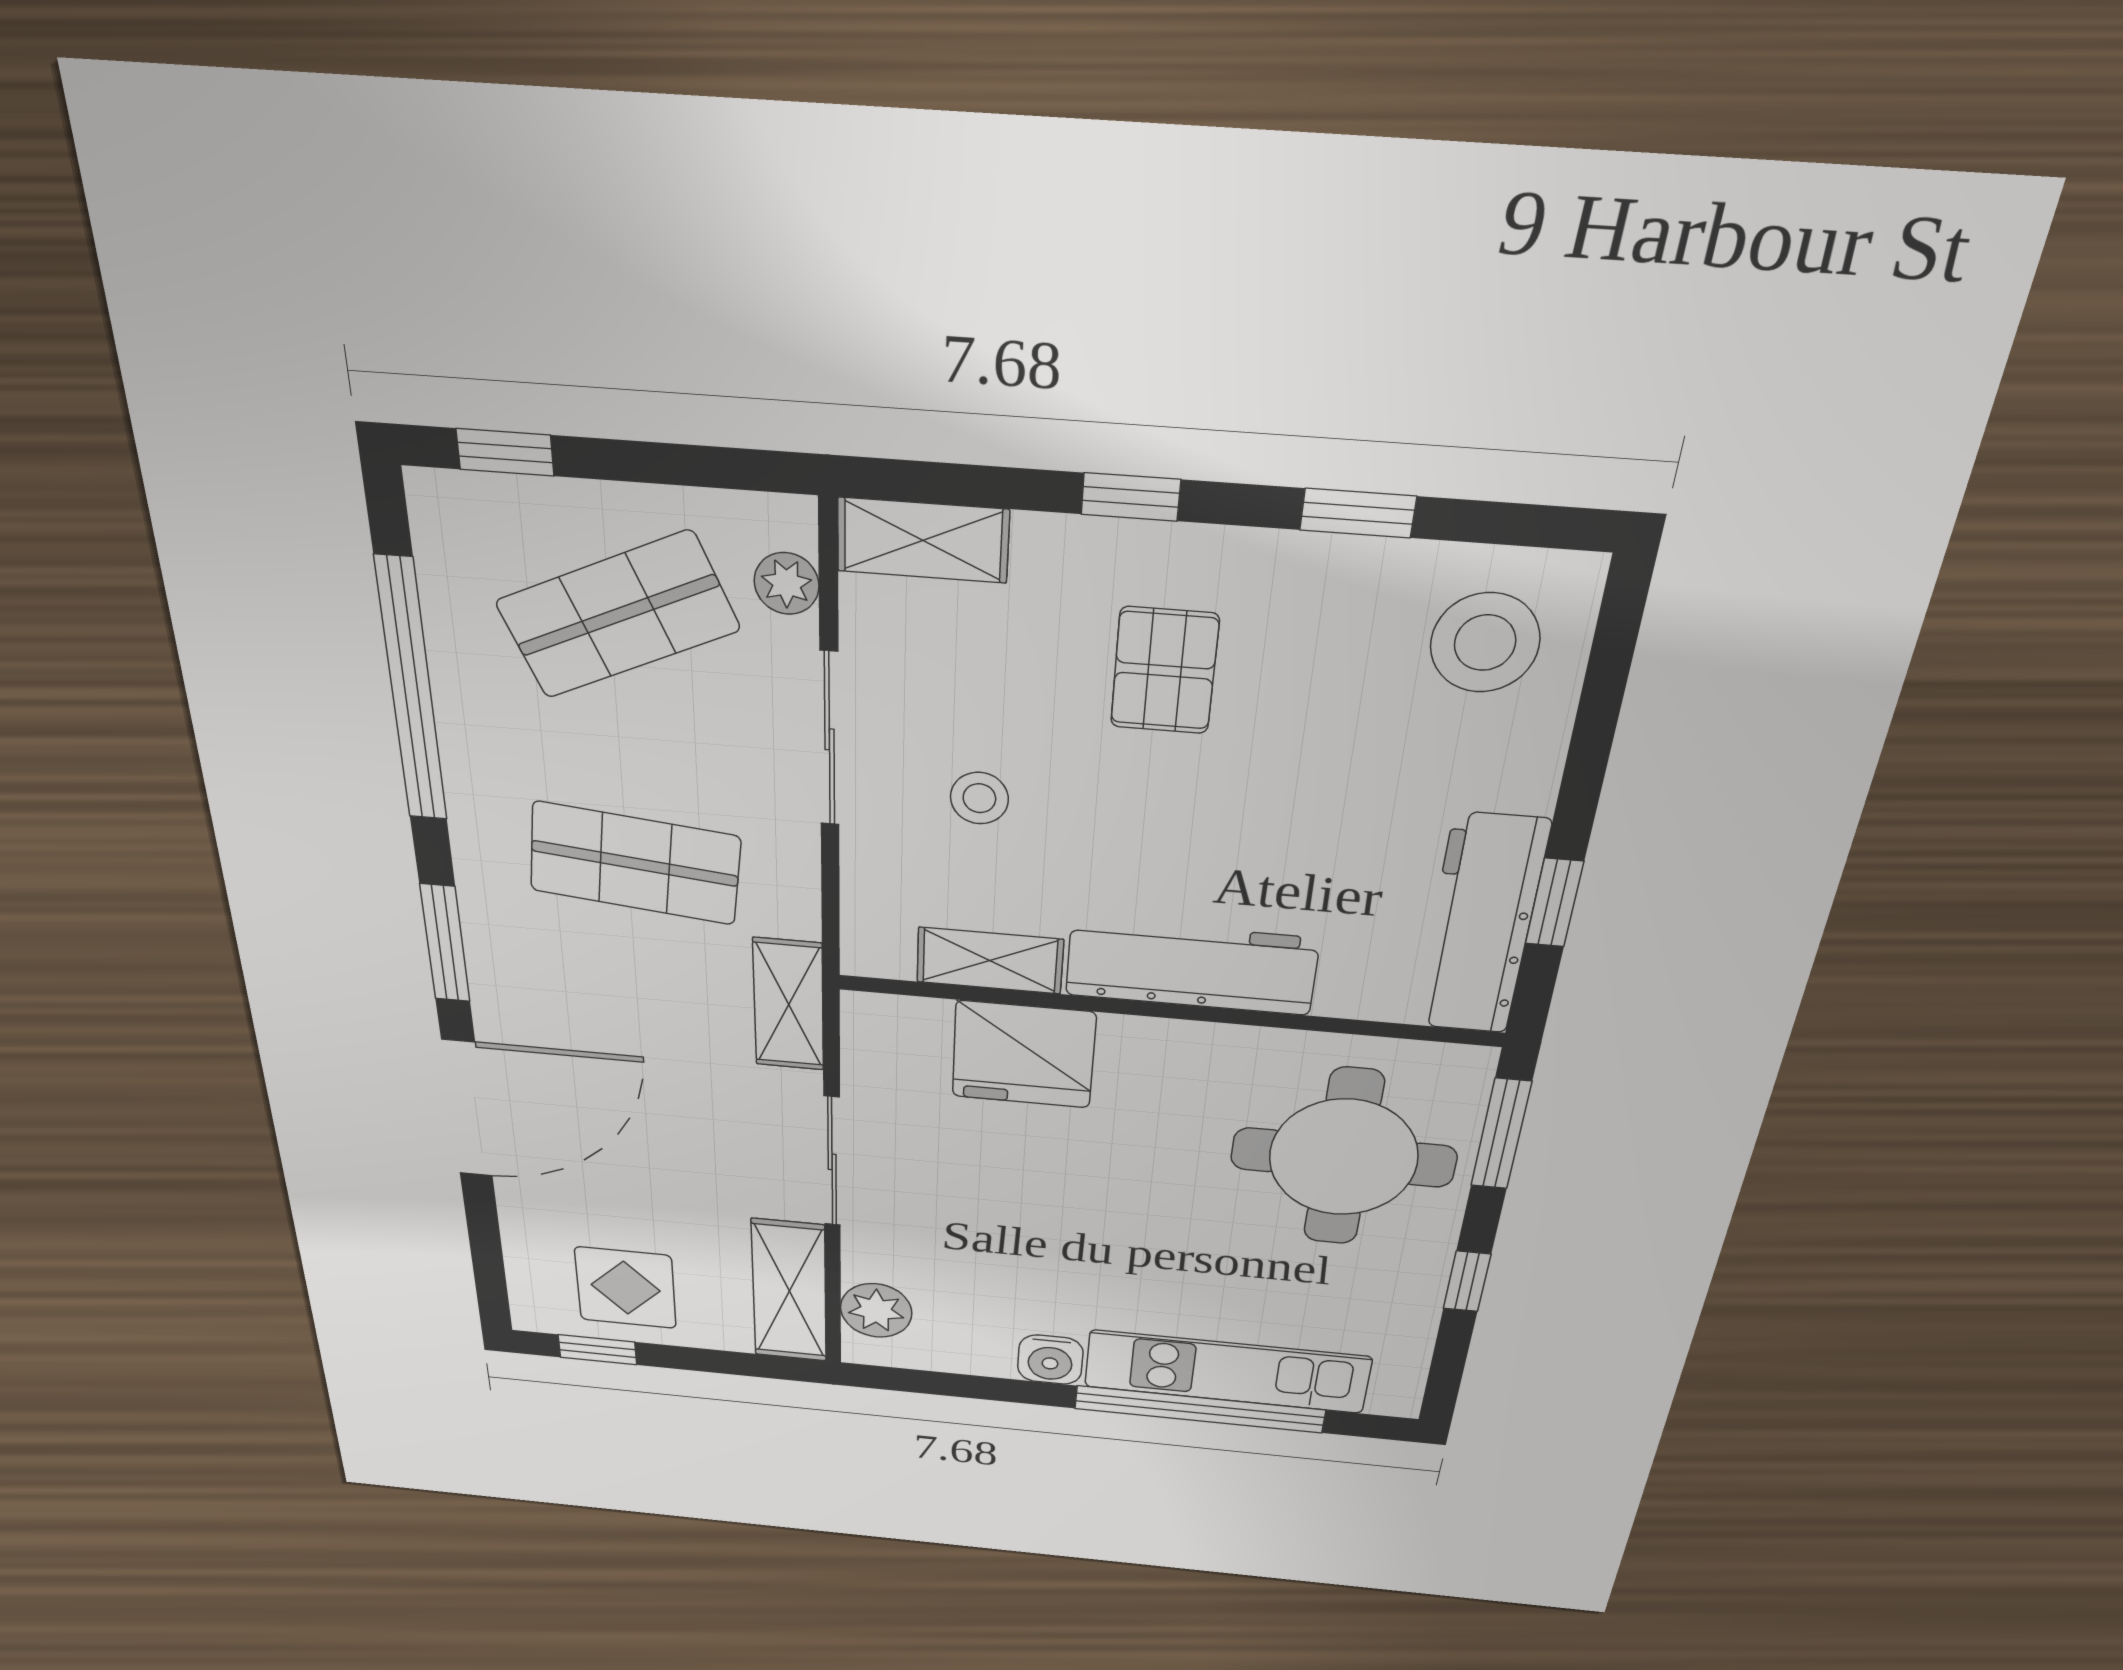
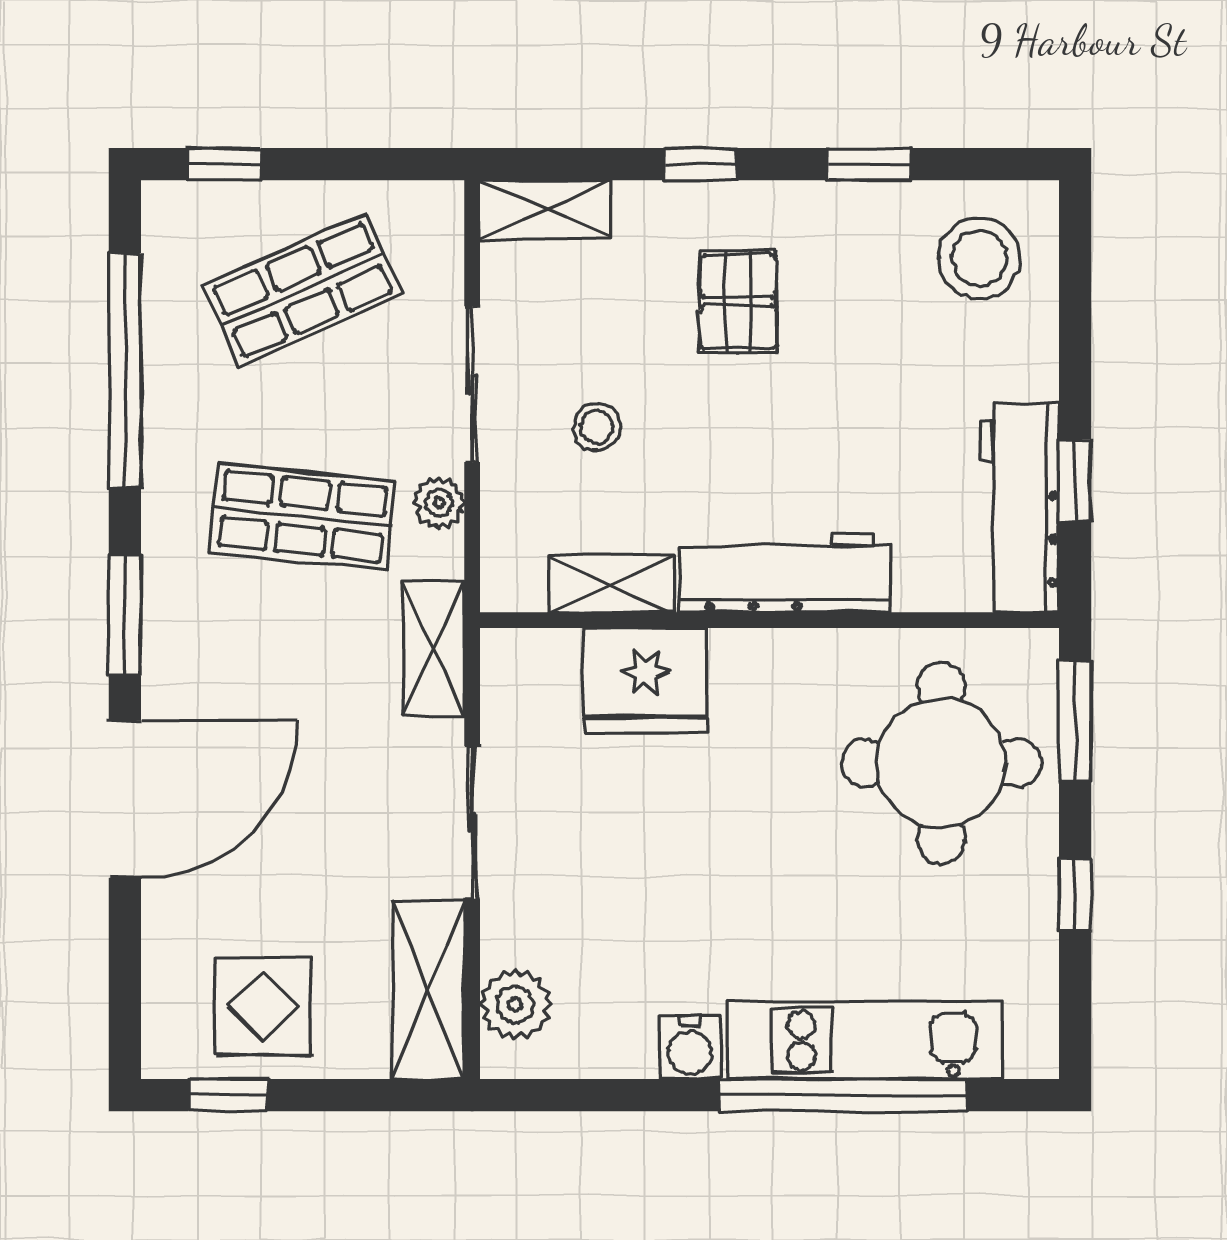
plant: (787, 583) -> (439, 503), moved

